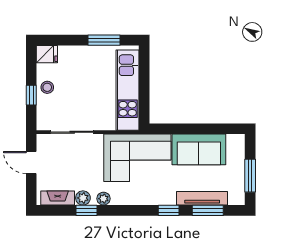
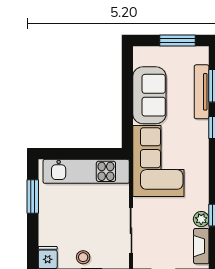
plant: (103, 199) -> (202, 197), removed

